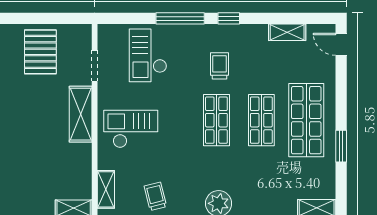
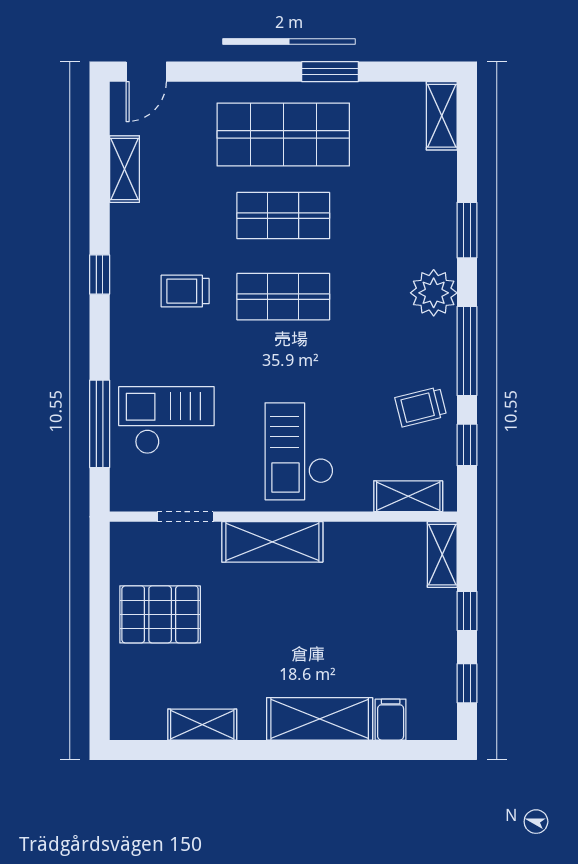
window: (180, 18) -> (100, 424), moved
checkout: (148, 55) -> (166, 420), turned 180

